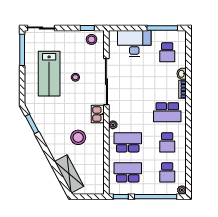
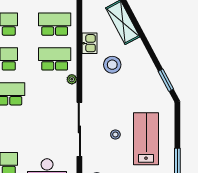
kitchen sink: (98, 114) -> (90, 43), moved
school desk: (128, 142) -> (55, 59), turned 180
school desk: (128, 172) -> (55, 24), turned 180

